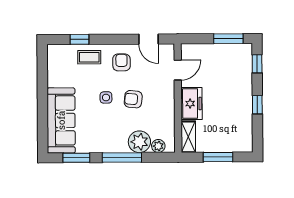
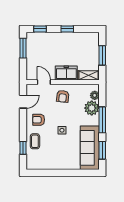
armchair: (133, 99) -> (63, 96), moved
sofa: (61, 120) -> (90, 148), moved, turned -90

